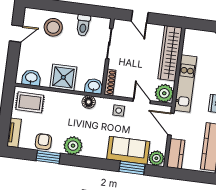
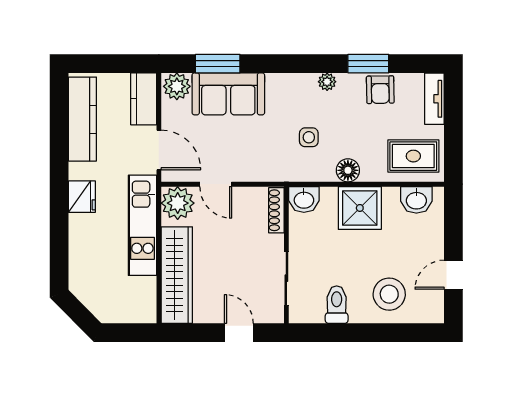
floor lamp: (89, 102) -> (348, 170), moved
side table: (119, 111) -> (309, 137), moved
plant: (73, 146) -> (327, 82), width x0.53, depth x0.53

